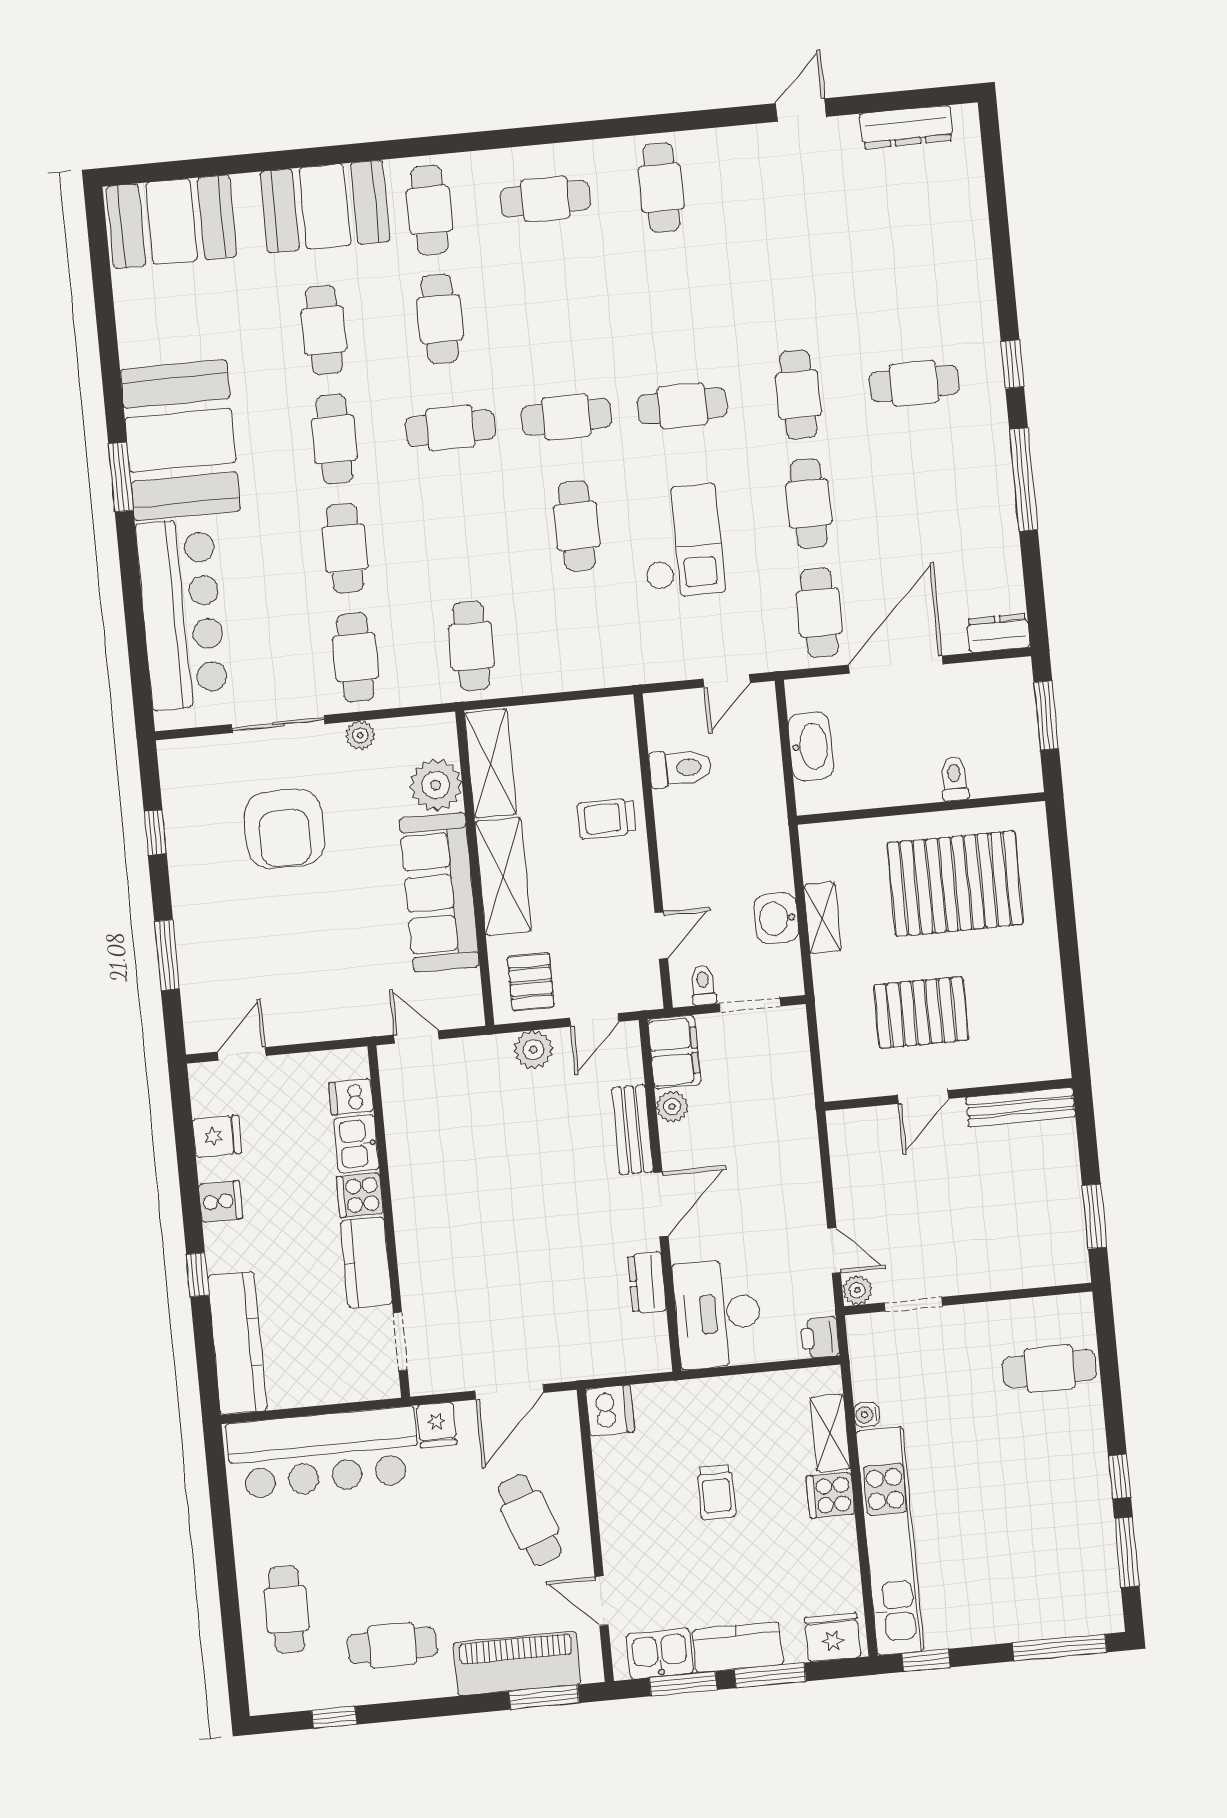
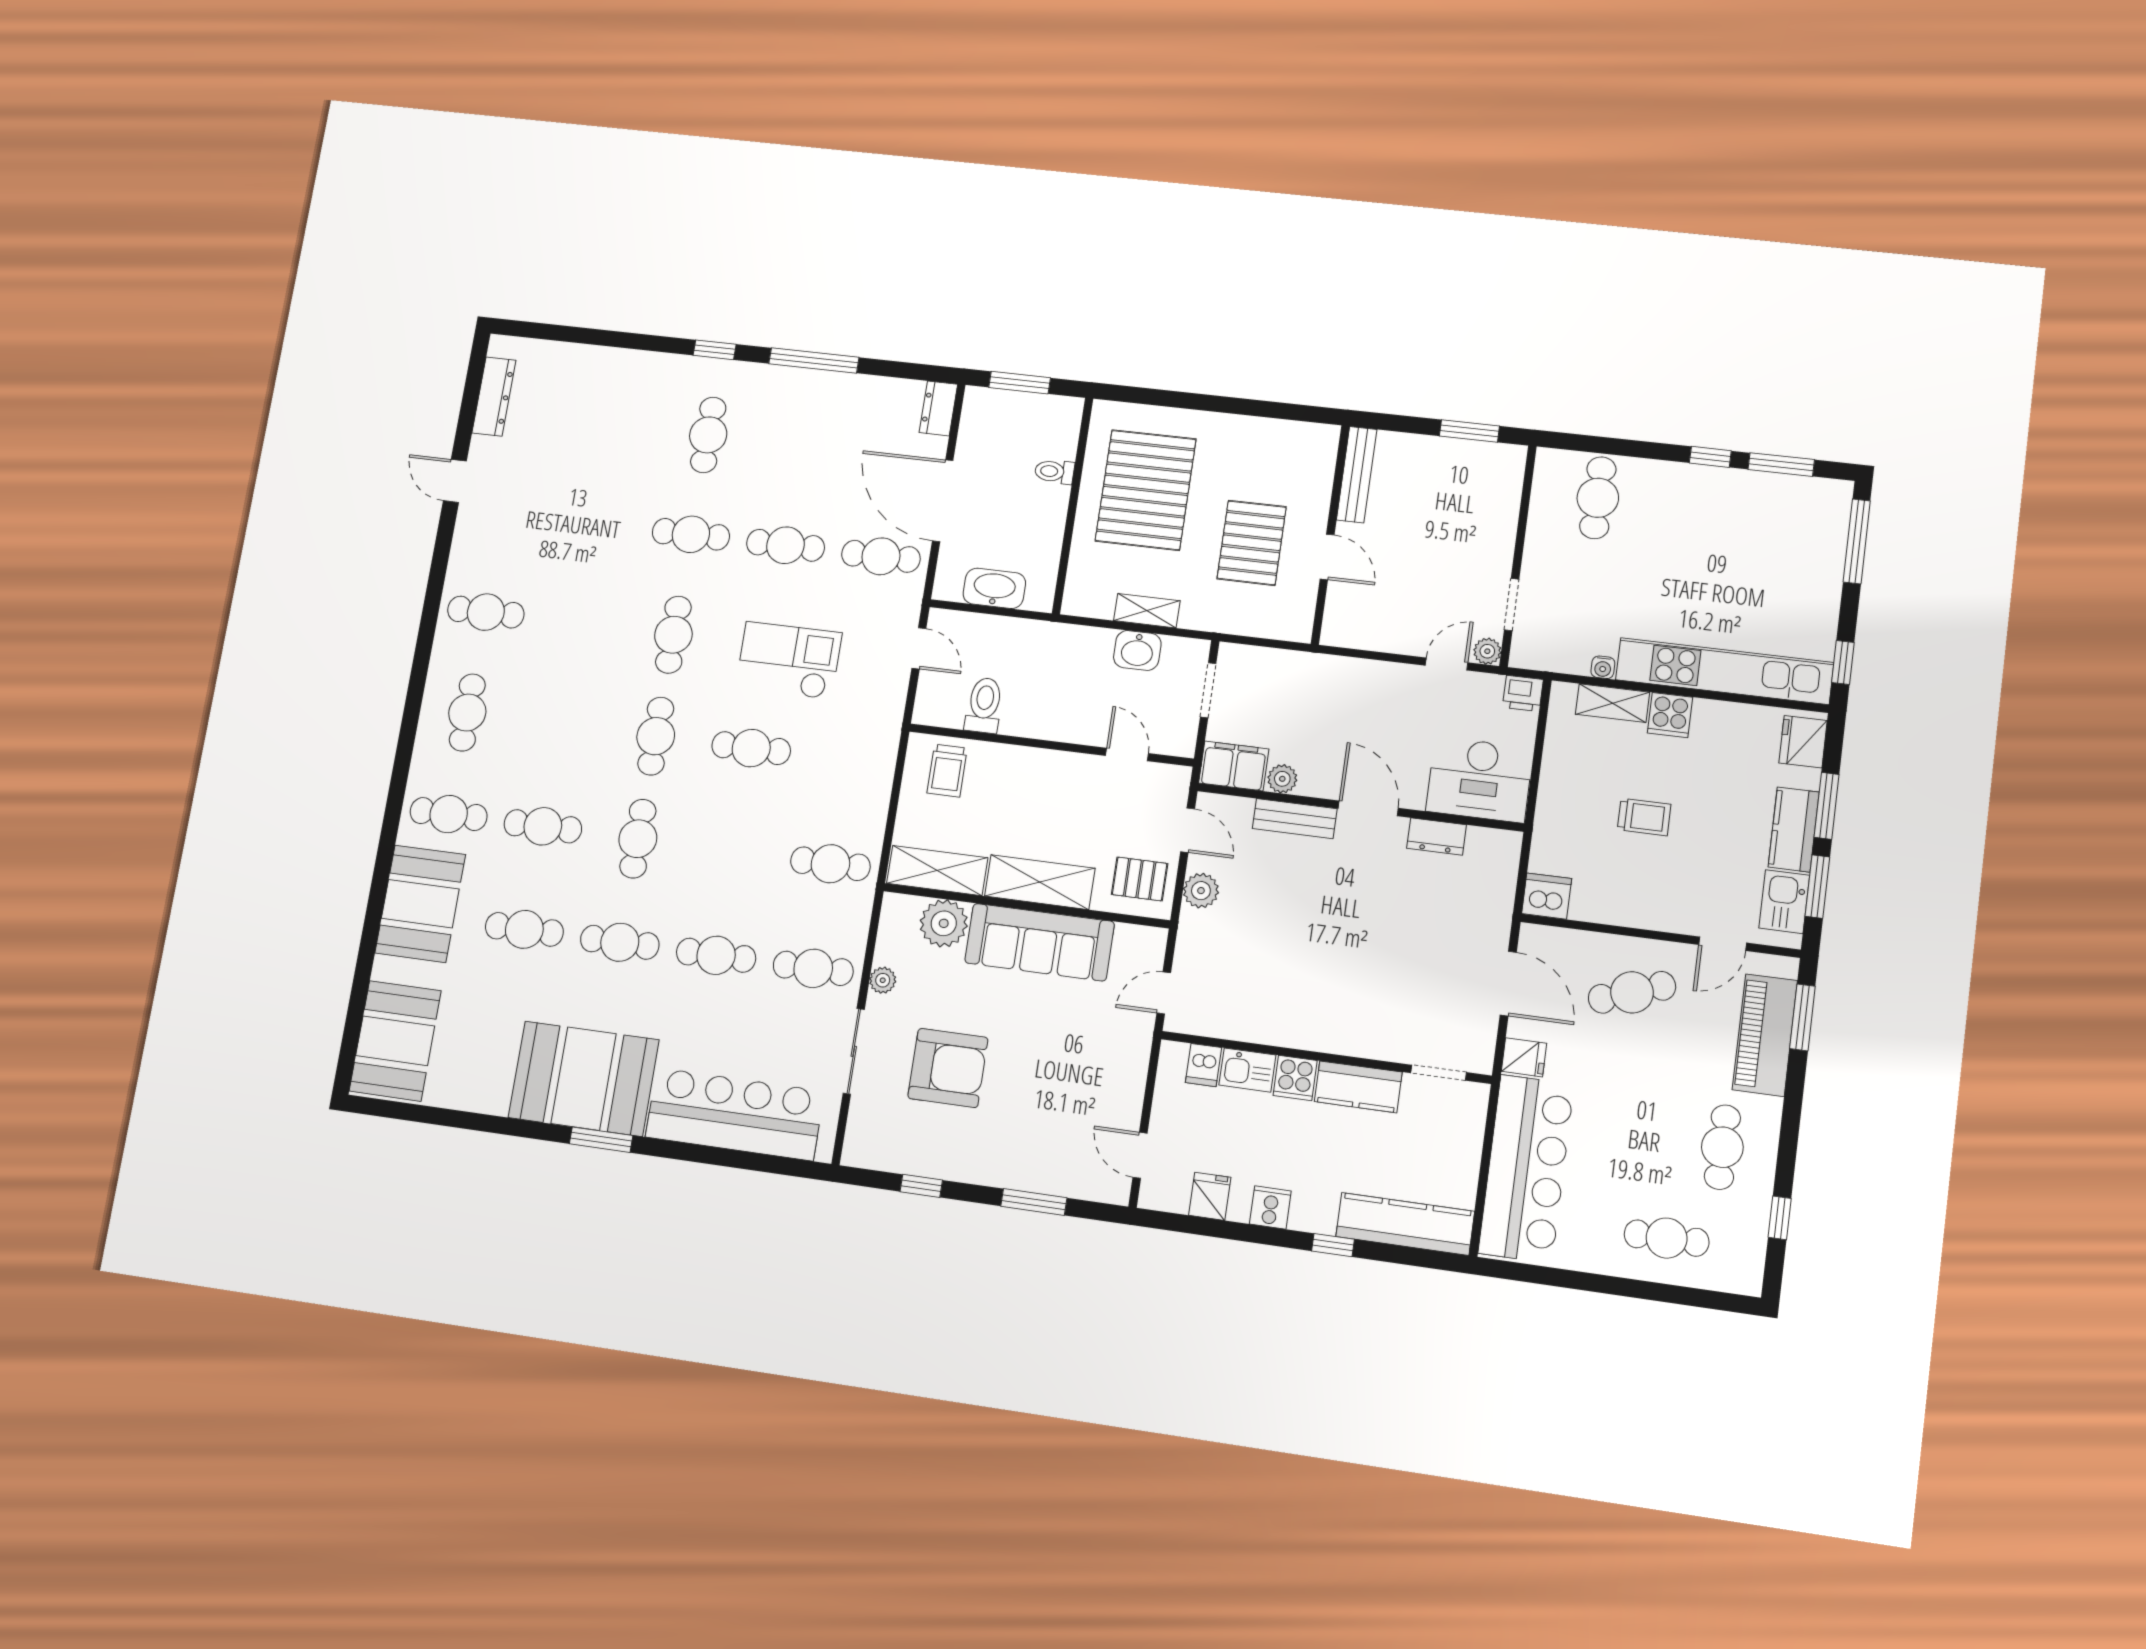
trolley: (606, 818) -> (947, 771), moved
toilet: (703, 985) -> (1180, 727), removed

